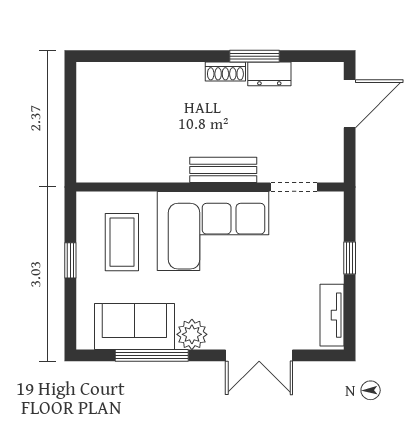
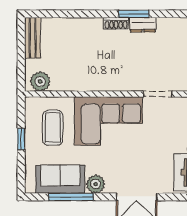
plant: (101, 167) -> (40, 81), added
bench: (223, 170) -> (33, 38), moved, turned 90

